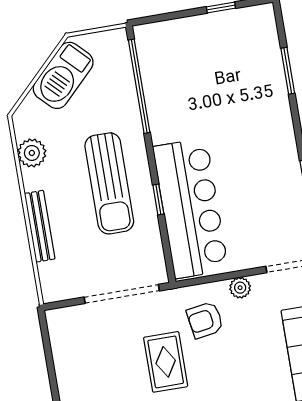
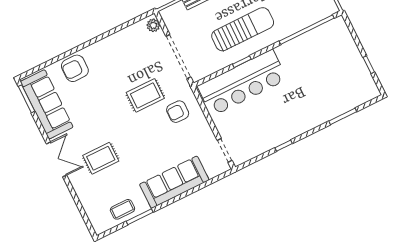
sun lounger: (109, 183) -> (243, 29), turned 180
plant: (240, 288) -> (153, 25), moved
armchair: (205, 320) -> (178, 112), turned -81

